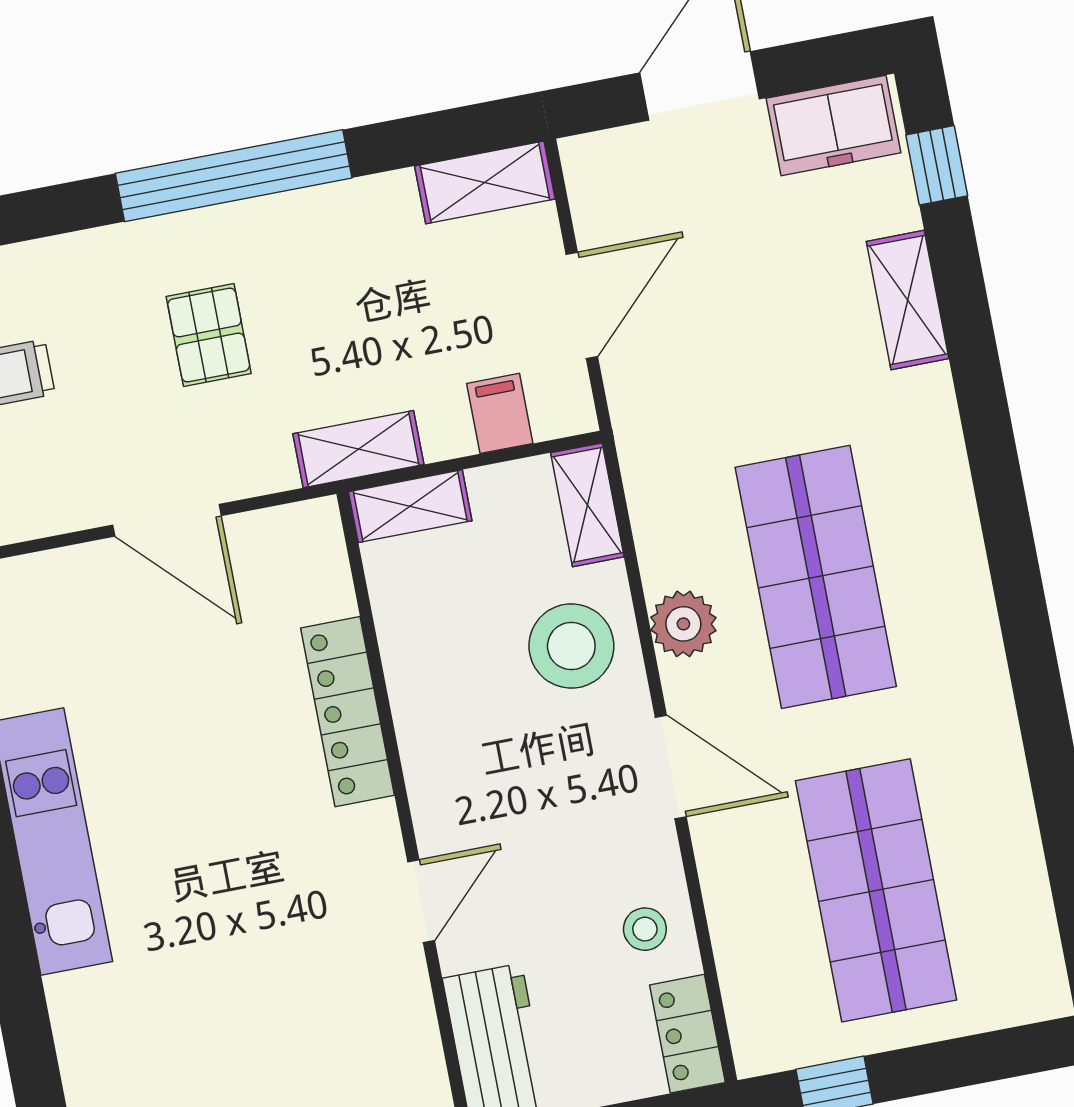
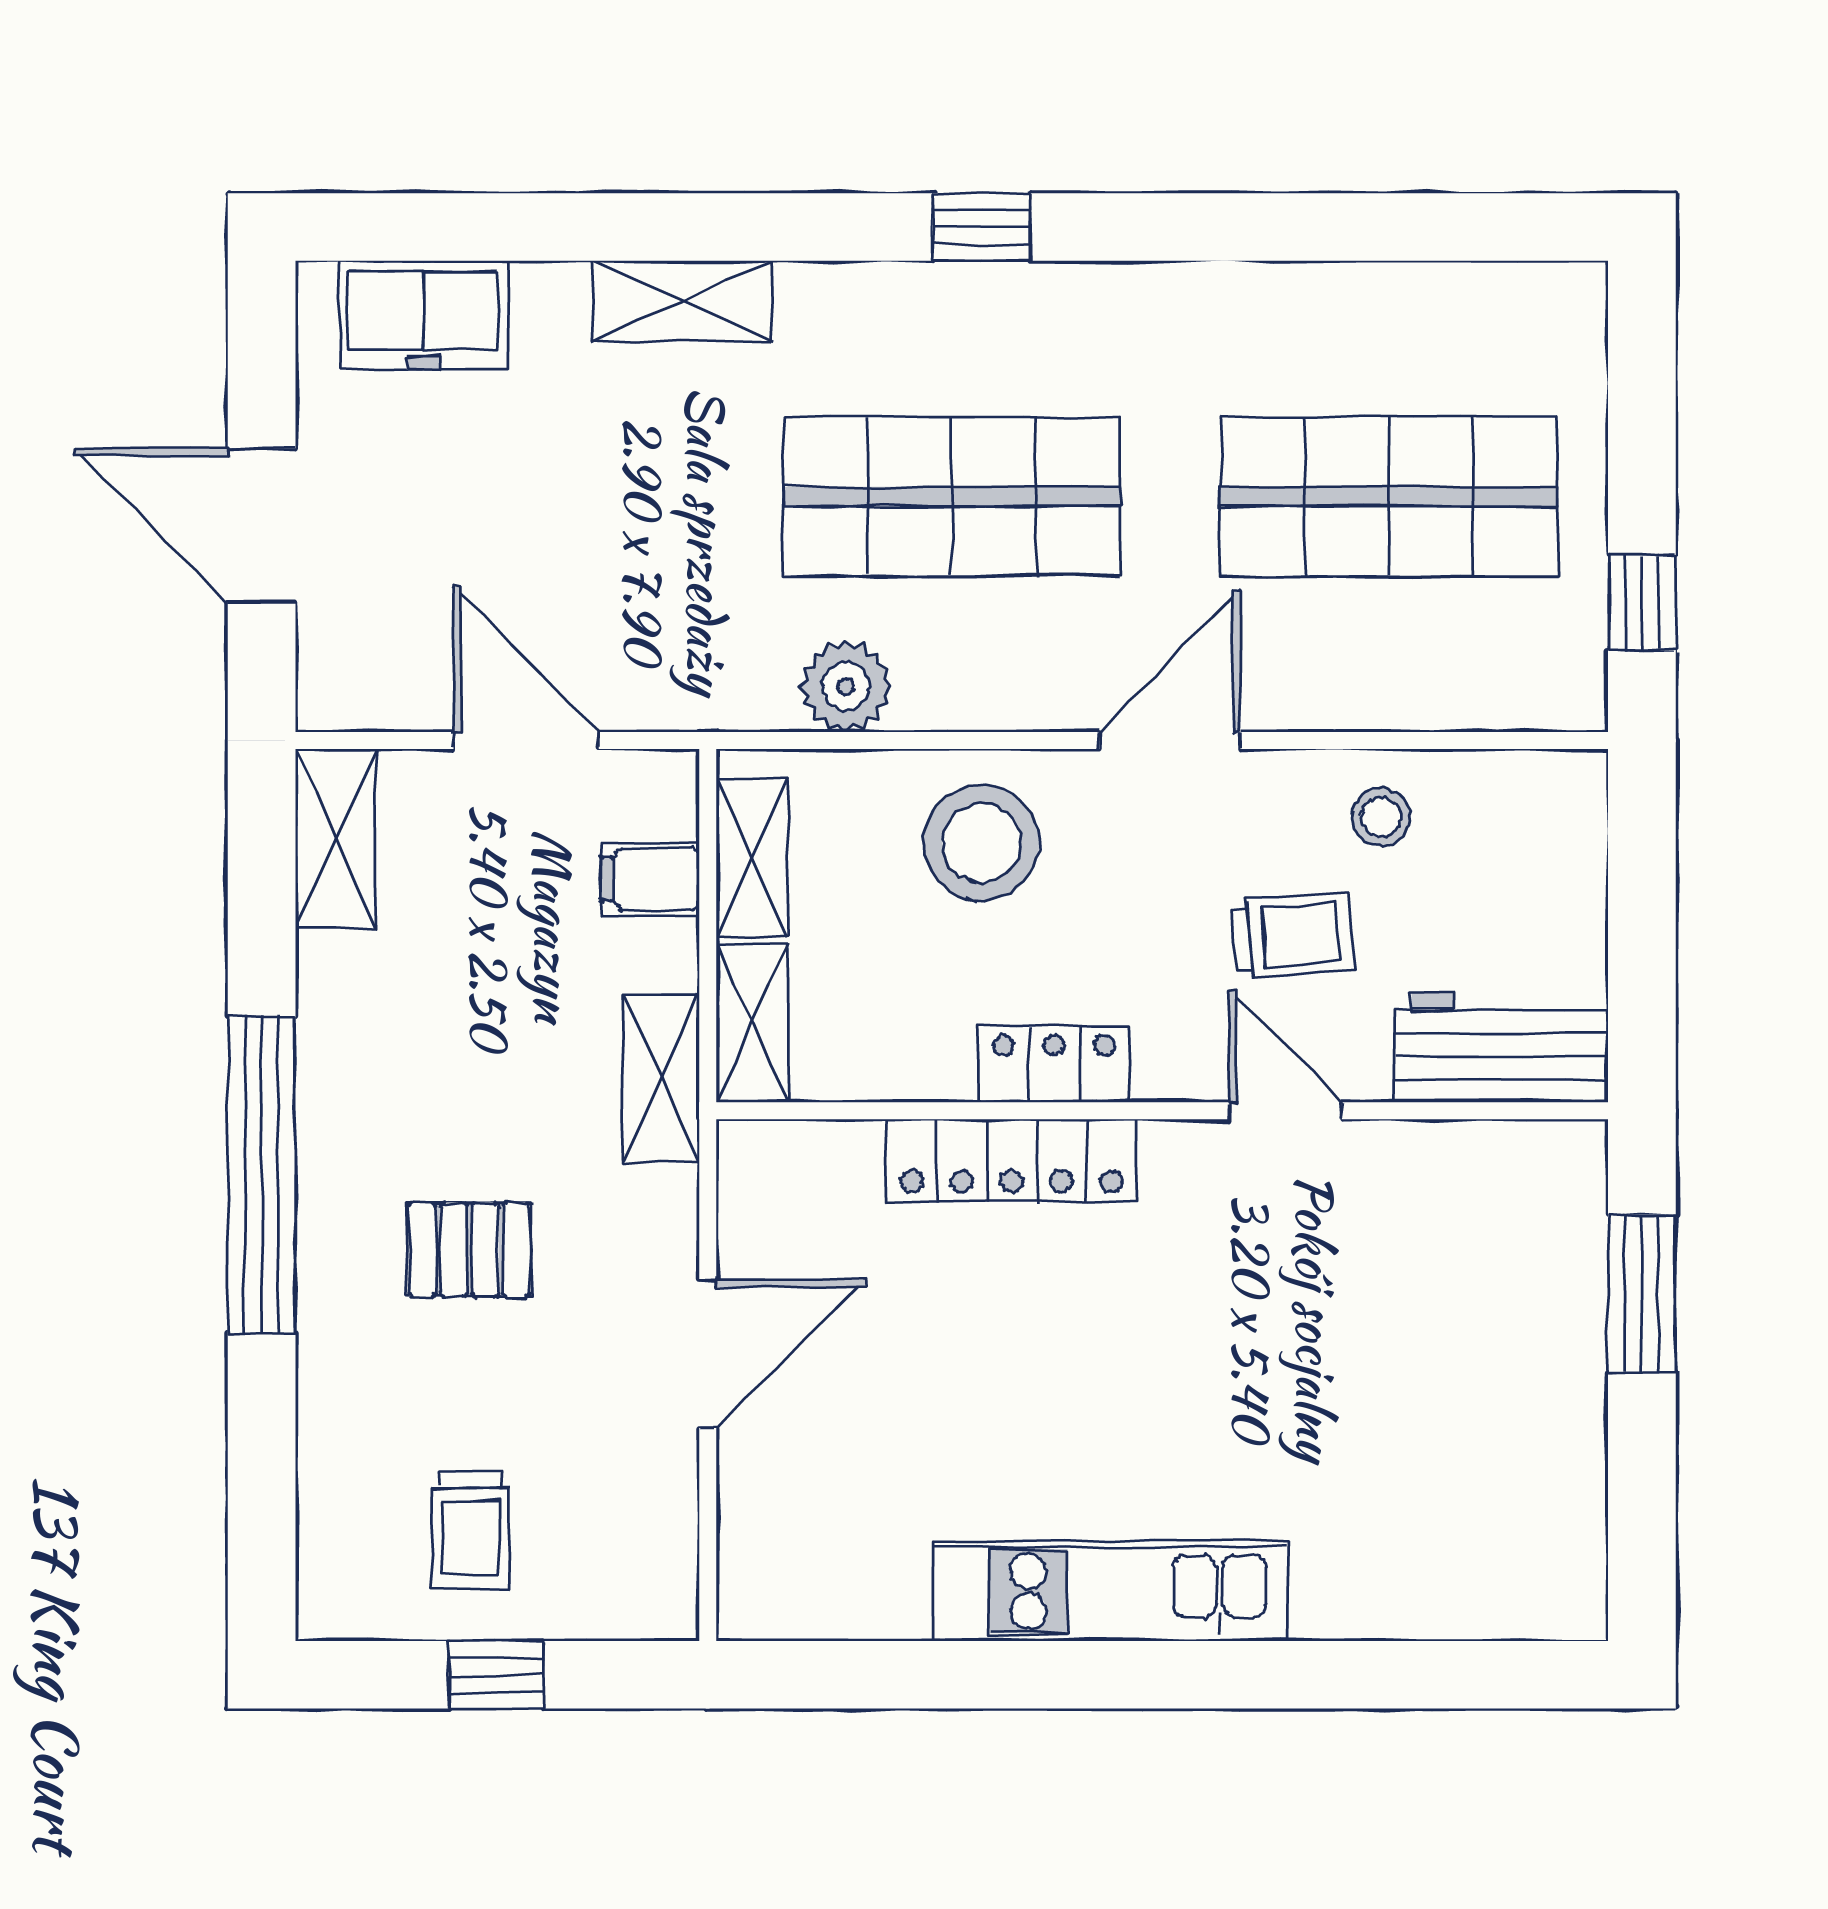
freezer: (833, 126) -> (423, 315), moved, turned 90
window: (937, 165) -> (982, 227), moved
shelving: (908, 300) -> (682, 301), moved
shelving: (587, 505) -> (752, 858), moved, turned 90
plant: (683, 624) -> (846, 686), moved
trolley: (548, 882) -> (1292, 936), added
locker: (687, 1034) -> (1054, 1064), moved, turned 180

